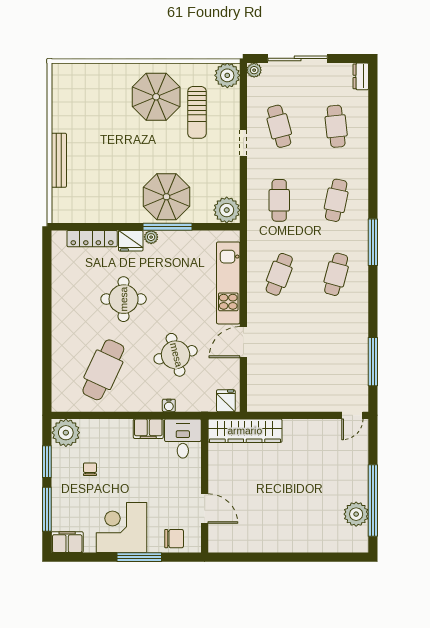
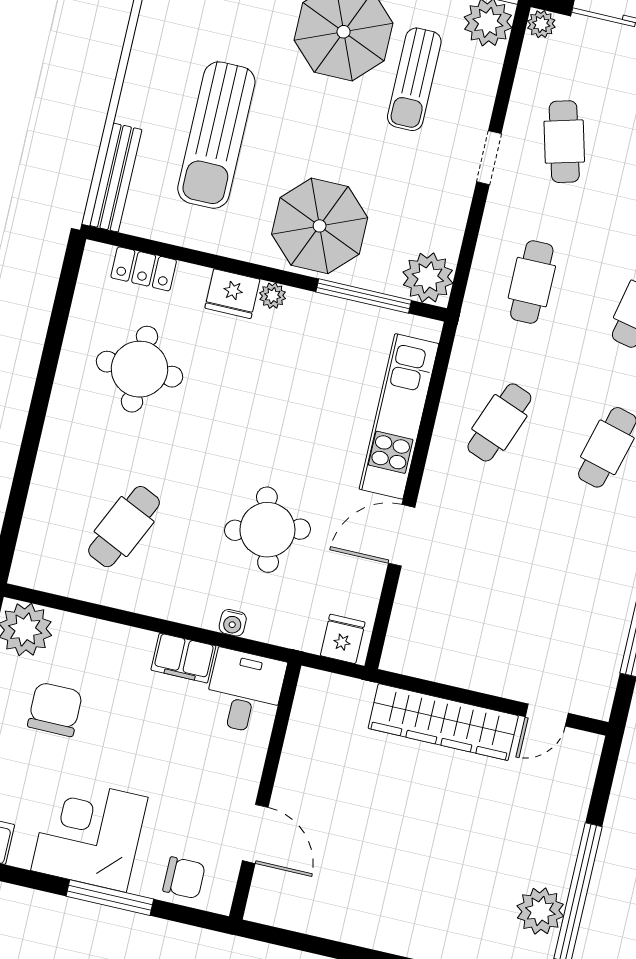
bench: (59, 160) -> (116, 178), moved
sun lounger: (104, 163) -> (216, 135), added
window: (167, 227) -> (364, 296), moved
locker: (92, 239) -> (144, 269), width x0.66
round table: (124, 299) -> (140, 369), moved
cafe table: (103, 370) -> (124, 527), width x0.73, depth x0.74
door: (352, 415) -> (547, 715), moved
wardrobe: (245, 431) -> (443, 722), moved
chair: (90, 469) -> (55, 709), width x1.87, depth x1.87

